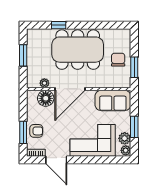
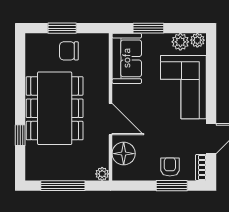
window: (23, 55) -> (63, 186), width x1.44
window: (134, 67) -> (62, 28), moved
plant: (44, 83) -> (102, 174), moved
door: (70, 89) -> (111, 119), width x0.73
window: (134, 127) -> (148, 28), moved

